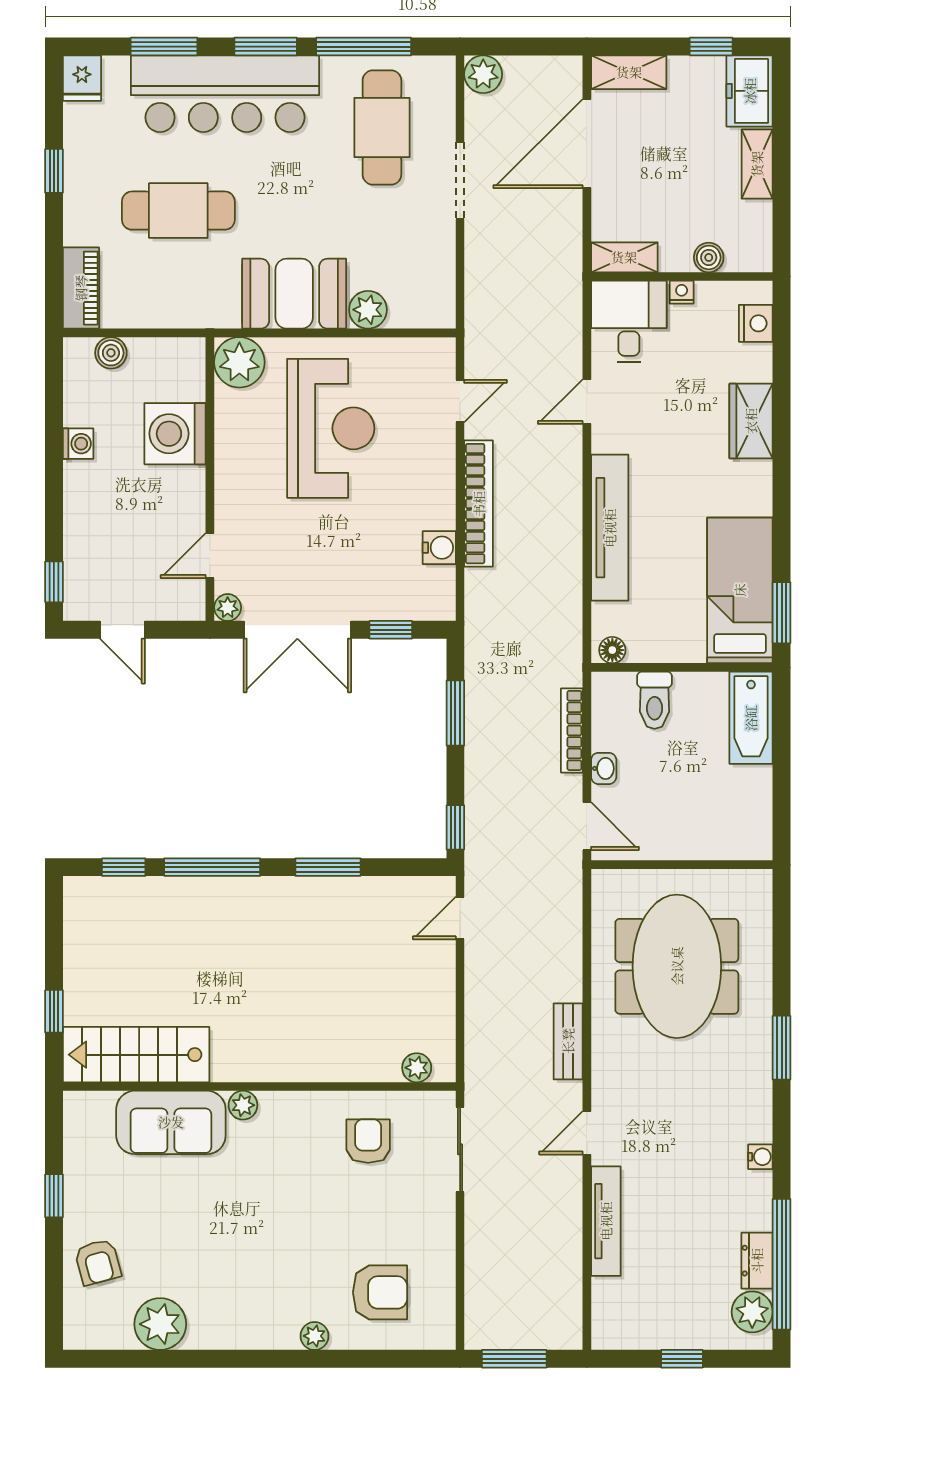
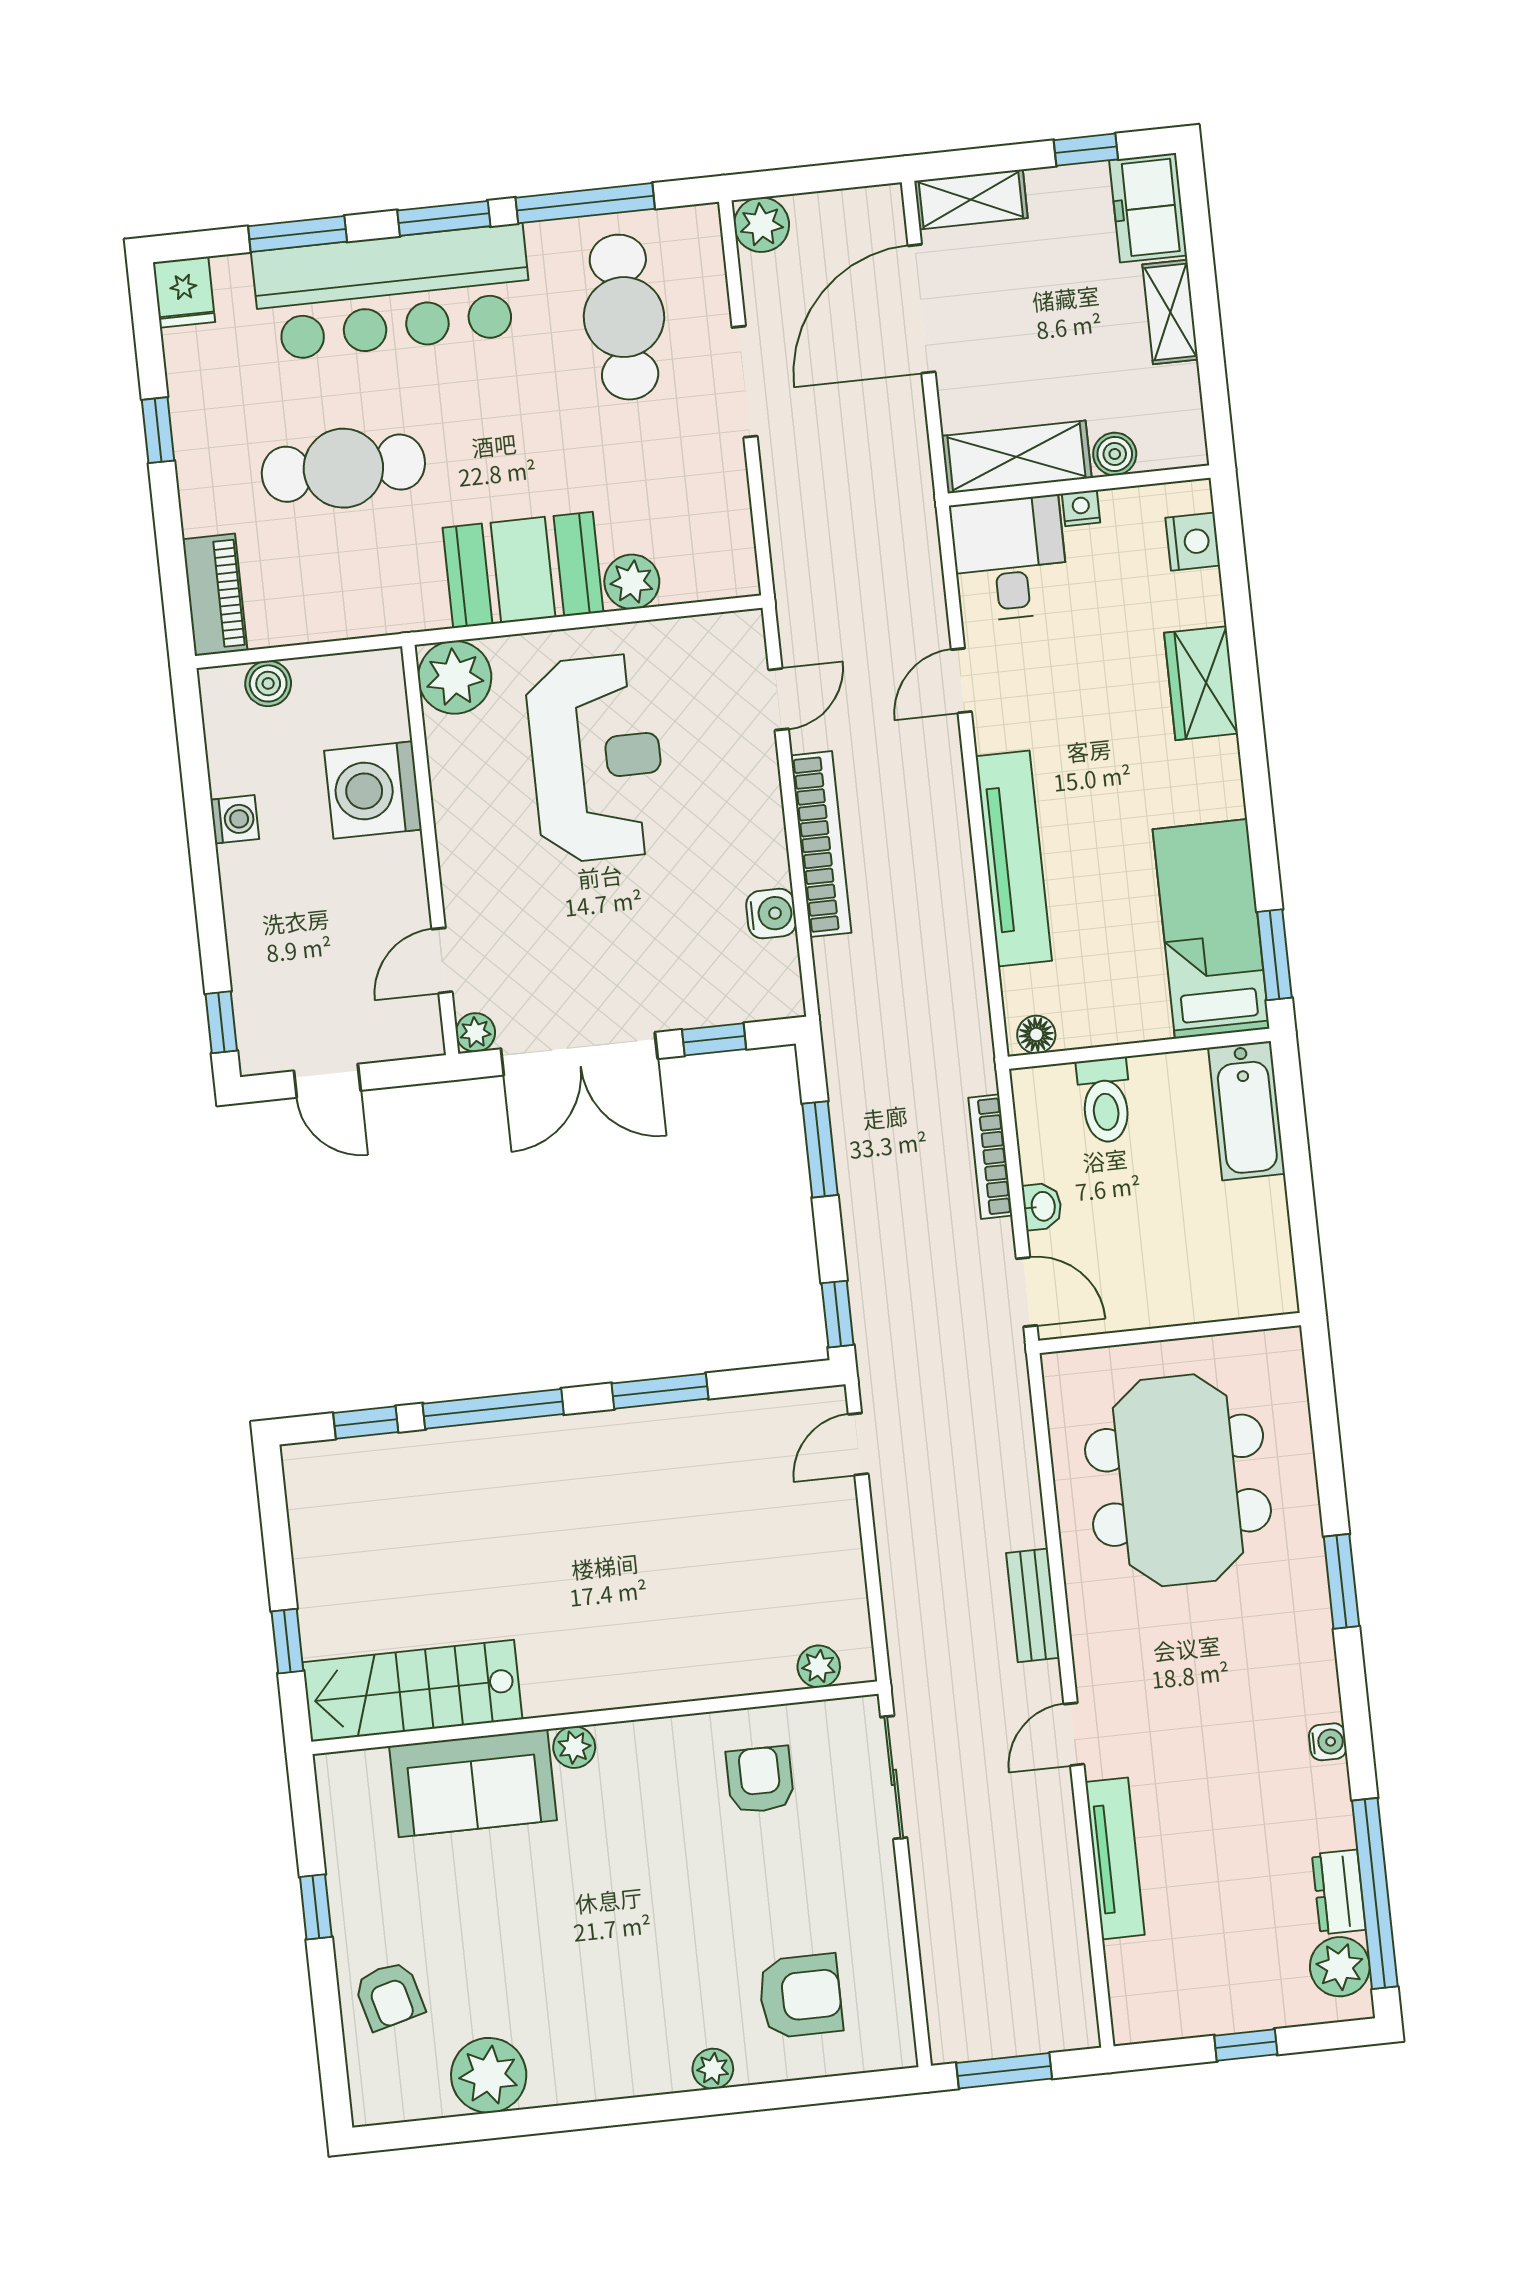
shelving: (624, 257) -> (1016, 457), width x1.50, depth x1.33

